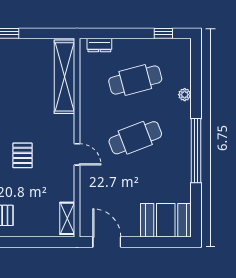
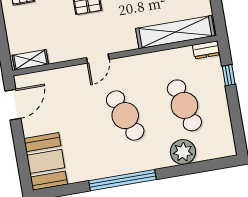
window: (163, 33) -> (229, 75), moved
dresser: (99, 45) -> (206, 50), moved, turned -90
plant: (185, 95) -> (183, 152), width x1.88, depth x1.88

